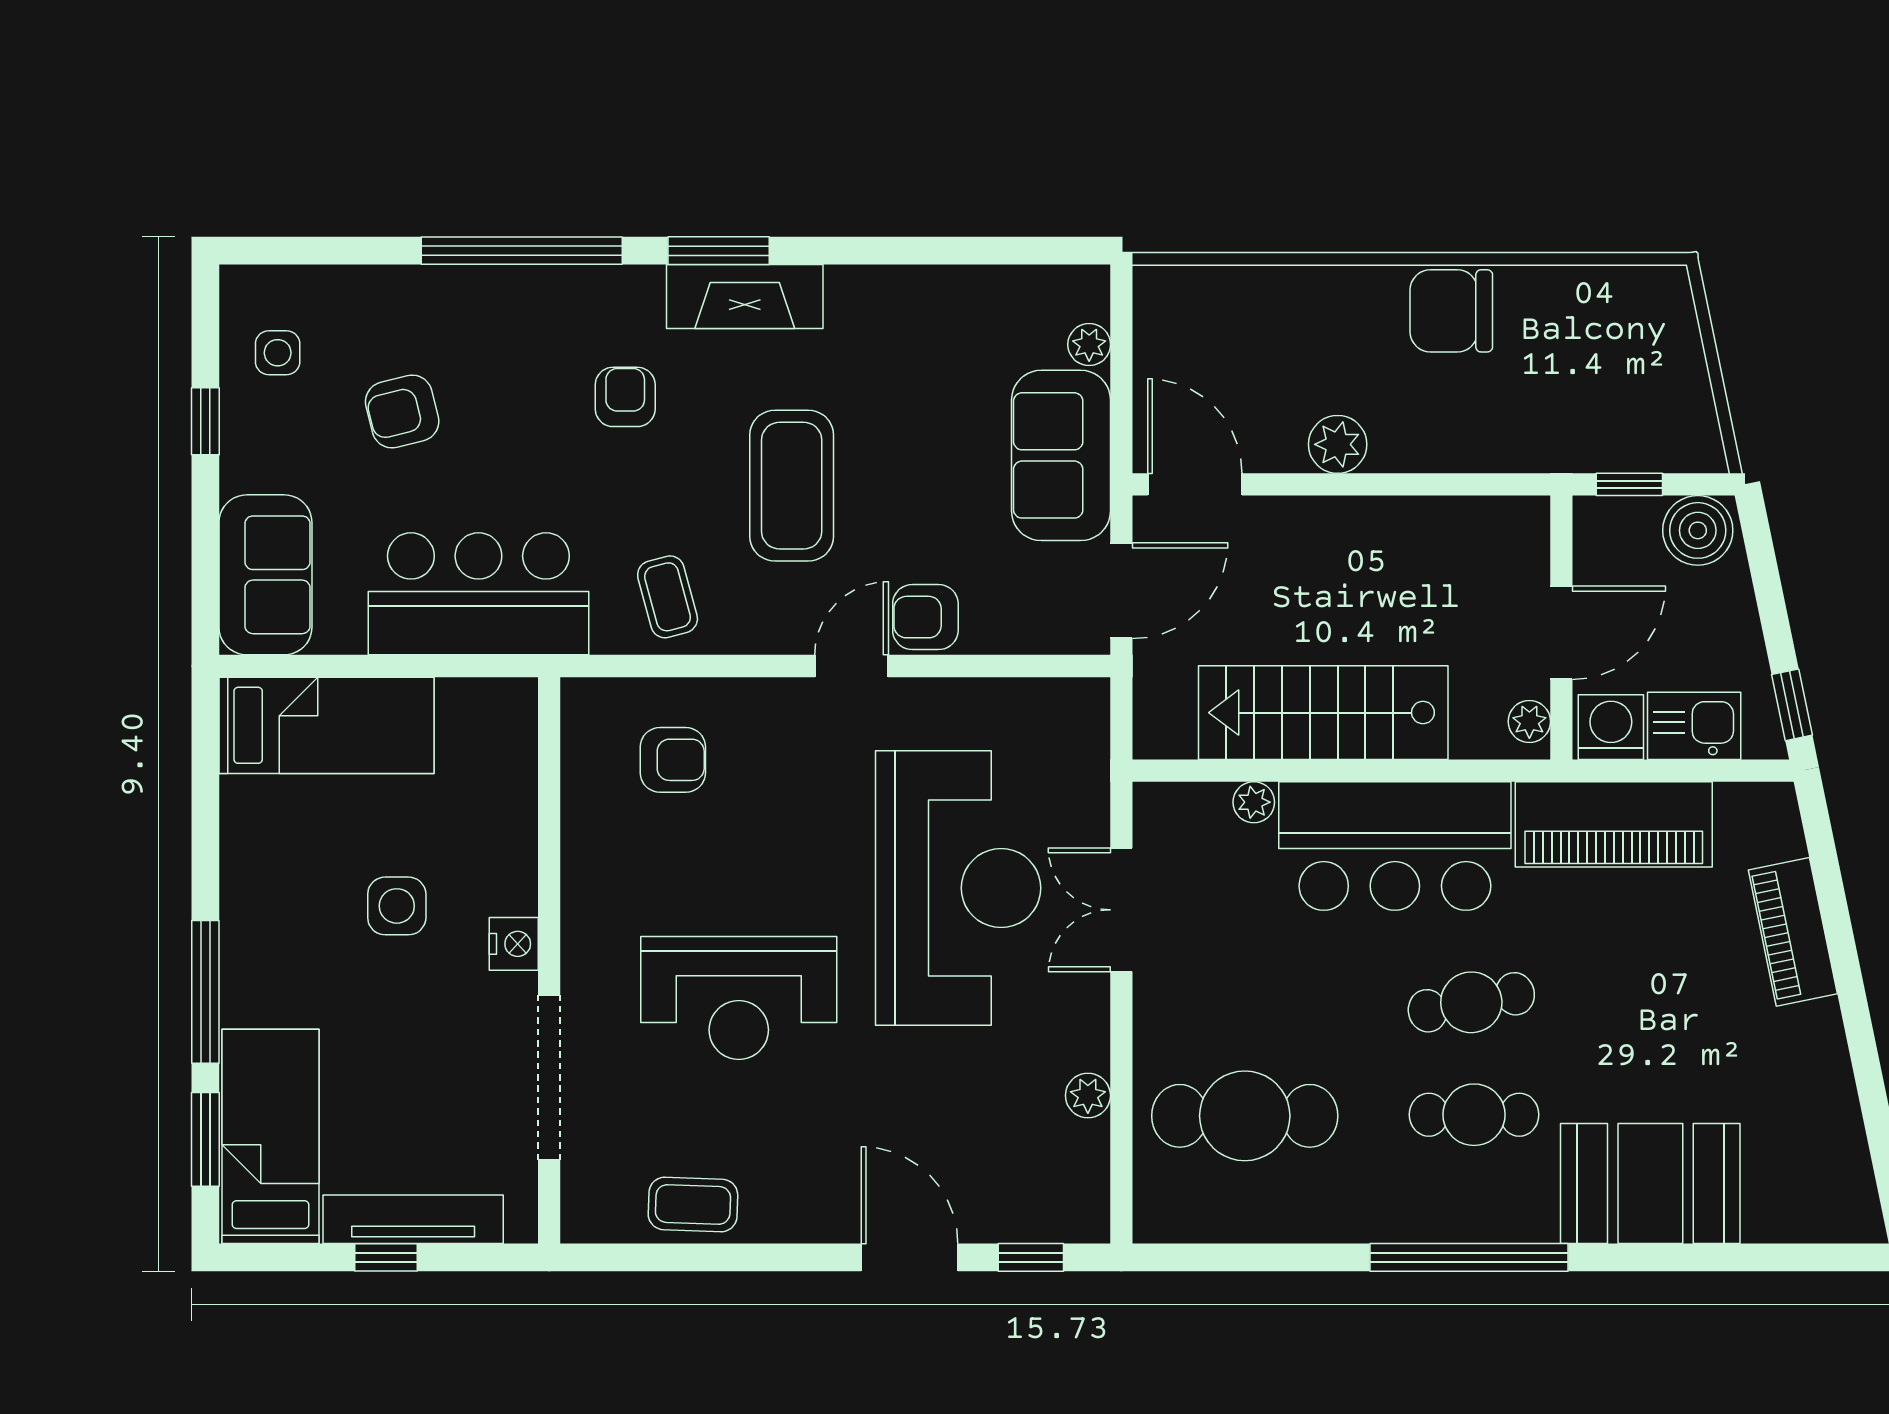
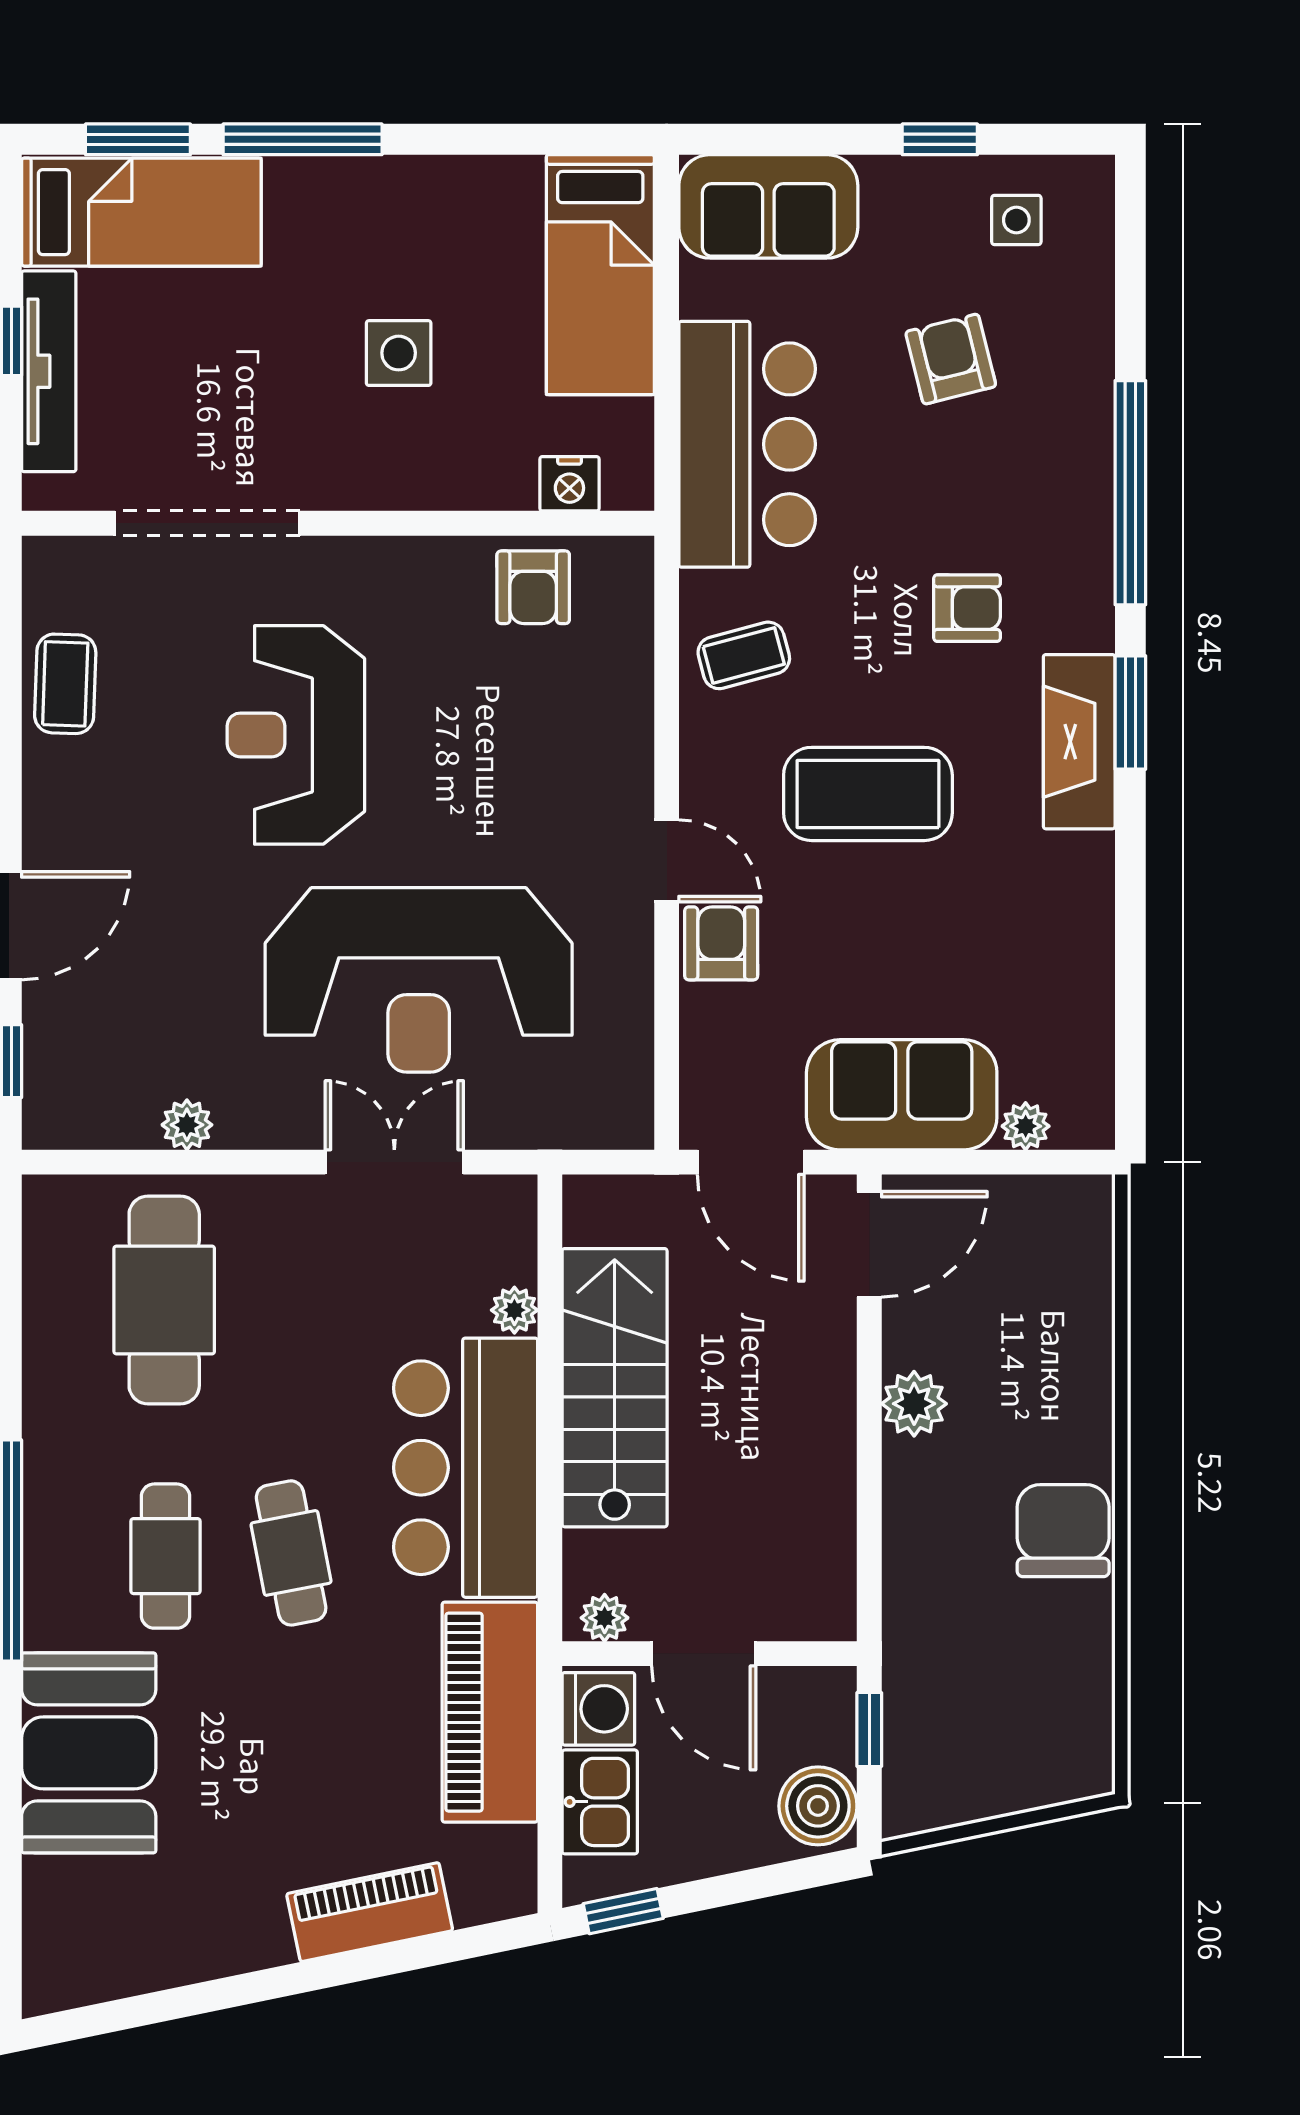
armchair: (673, 760) -> (533, 587), moved
nightstand: (514, 944) -> (569, 484), moved

